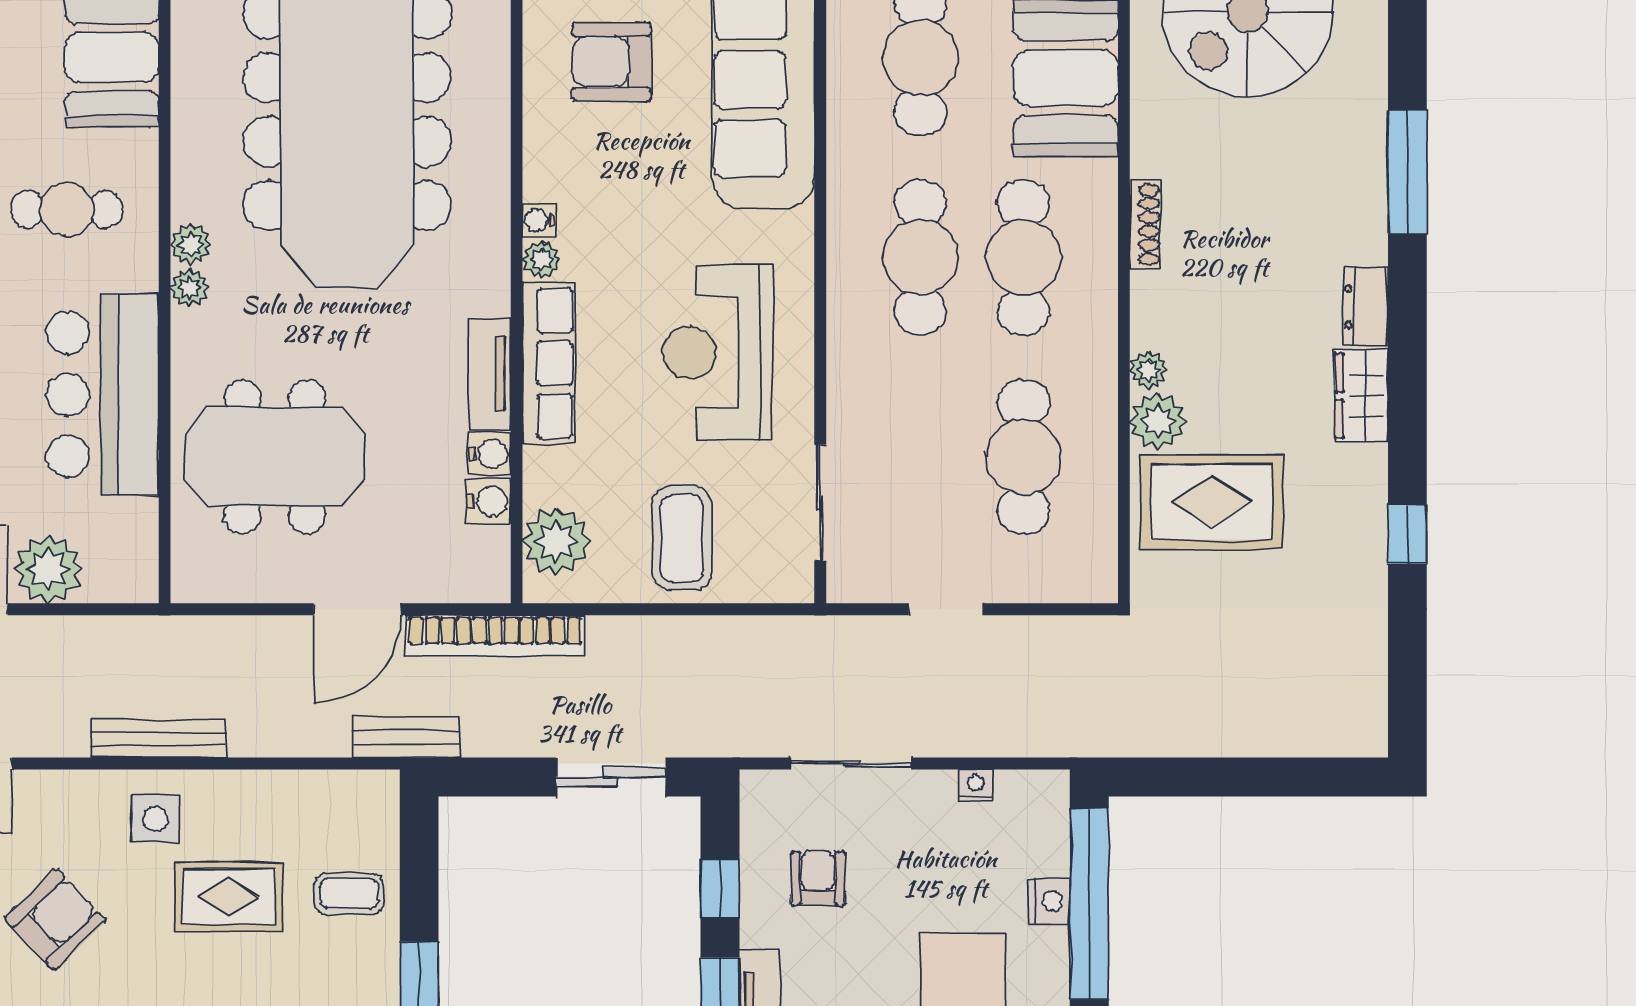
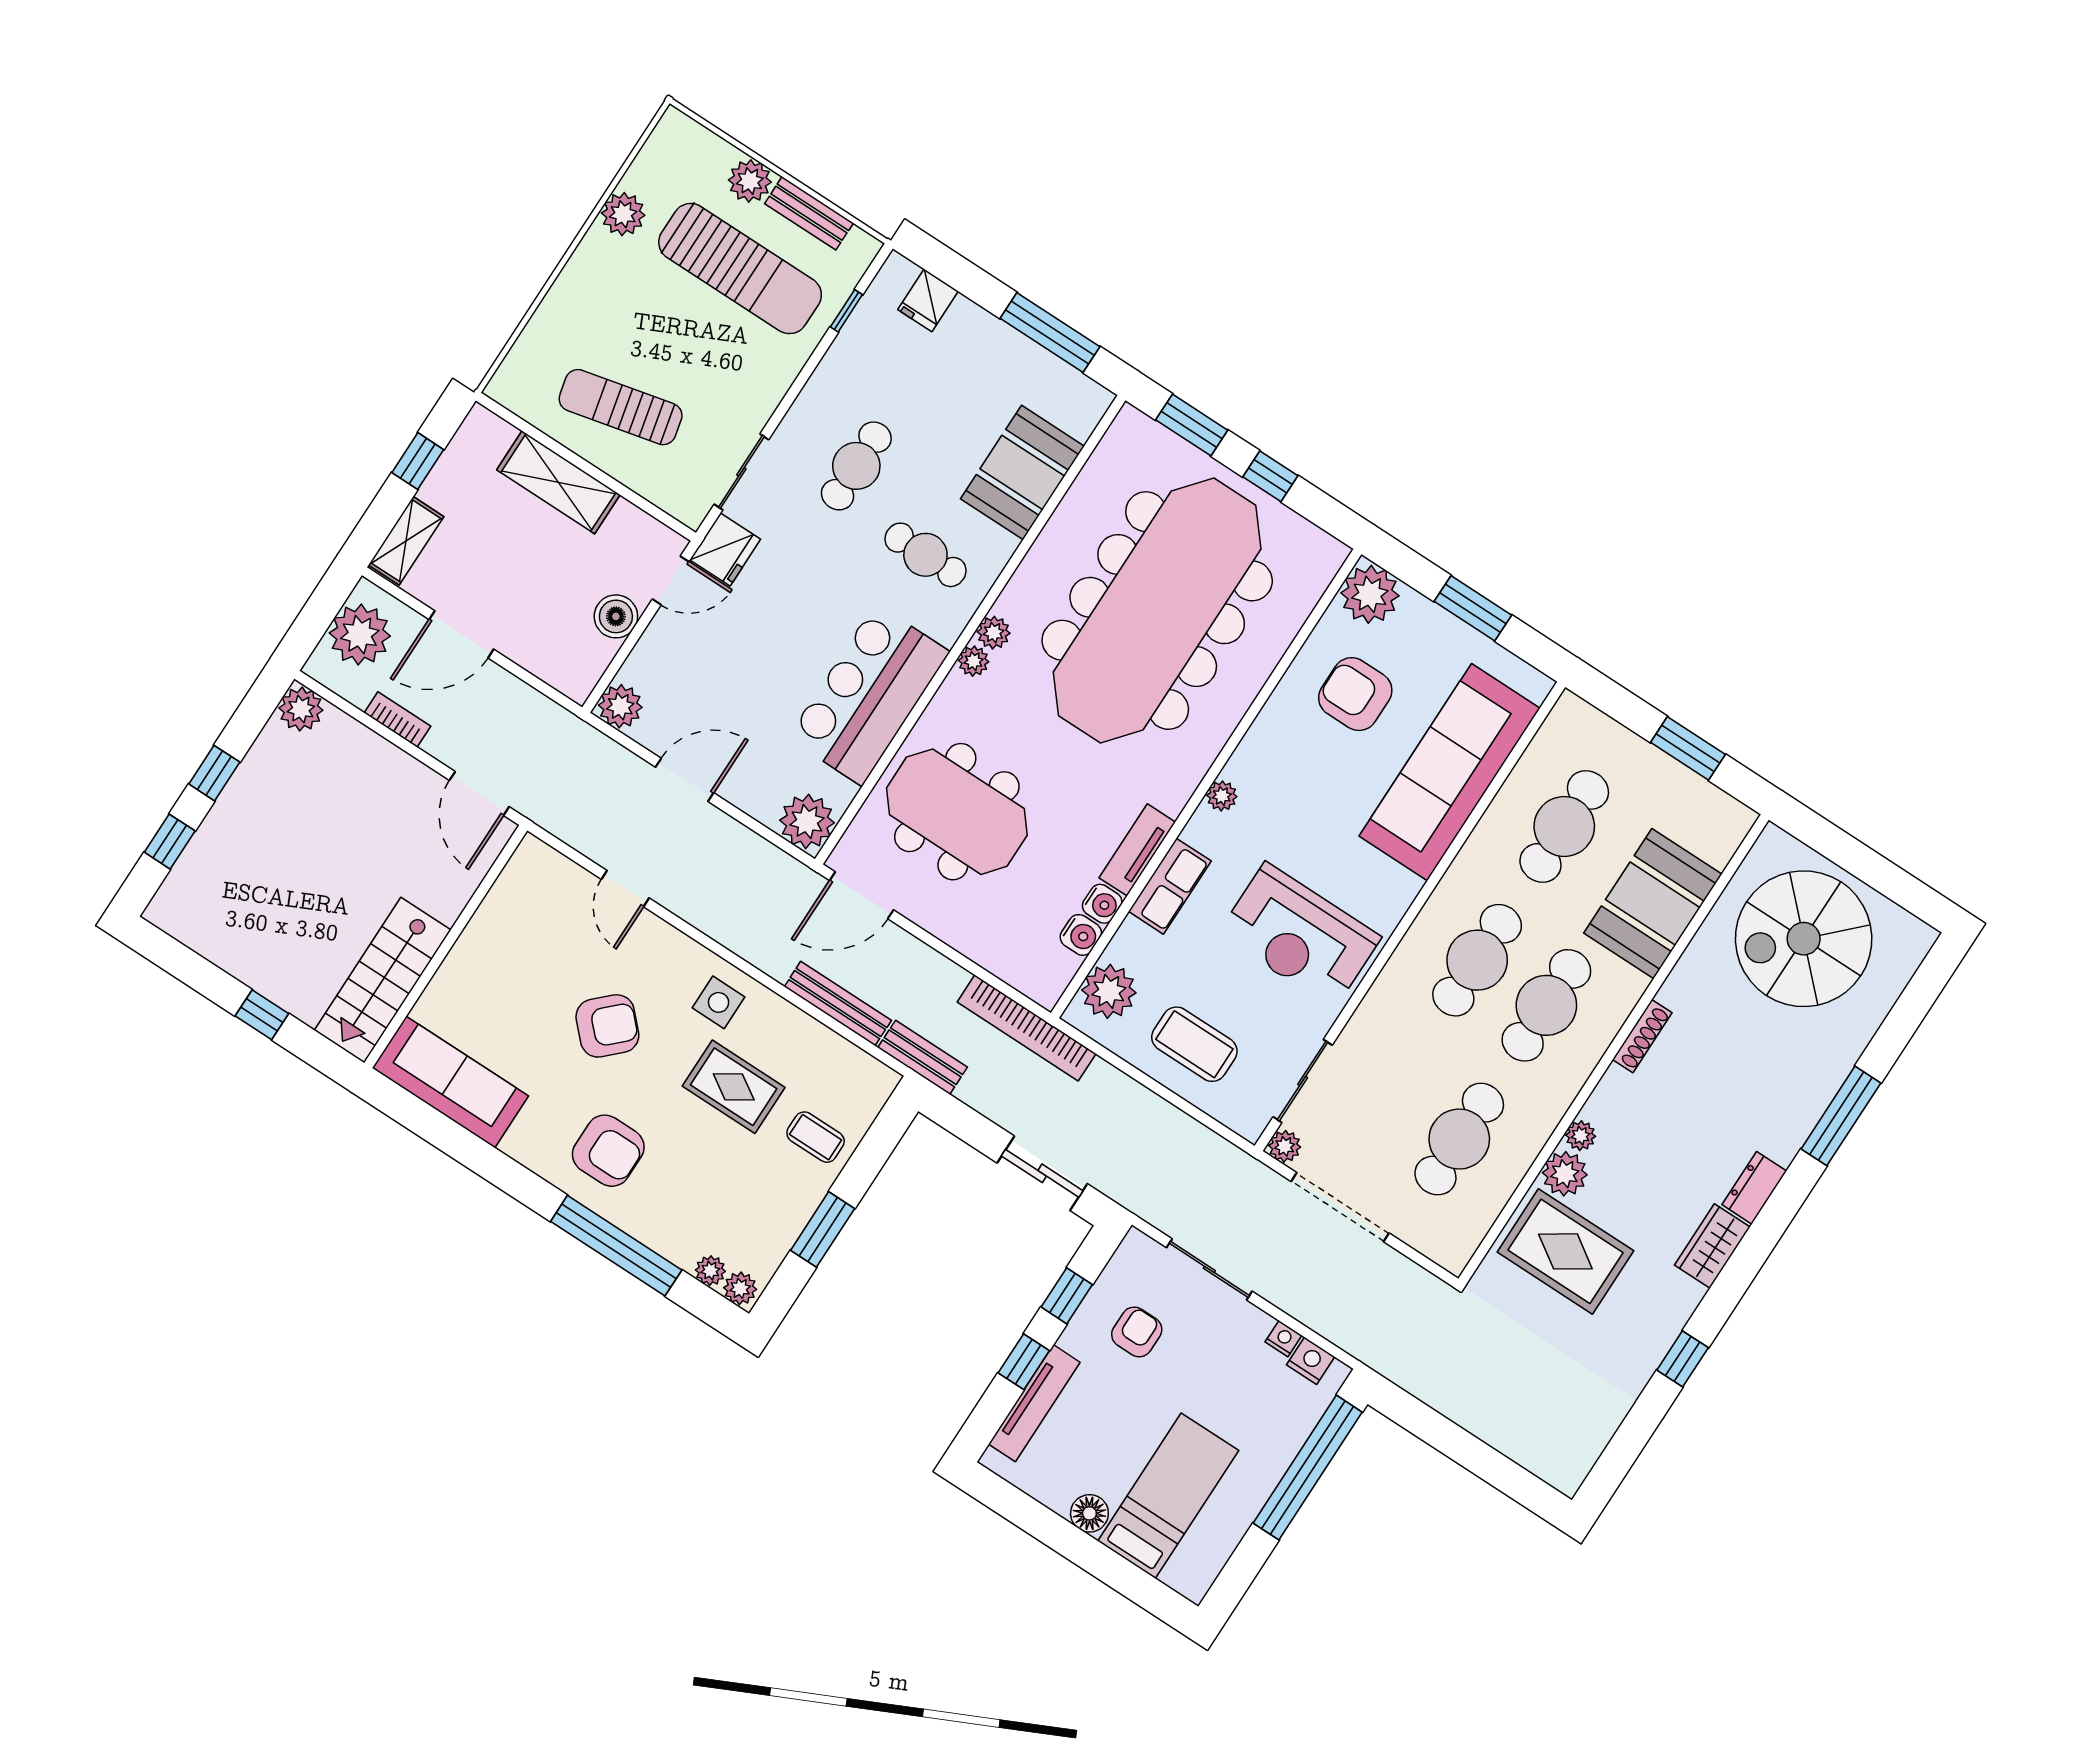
water cooler: (539, 220) -> (1237, 768), removed
reception desk: (718, 352) -> (1300, 935), turned -90
row of seats: (549, 363) -> (1170, 886), width x0.68
coffee table: (682, 538) -> (1194, 1044), turned 90
plant: (48, 569) -> (807, 821), moved
plant: (846, 583) -> (1285, 1146), added
door: (358, 609) -> (862, 895), moved
doorway: (946, 609) -> (1340, 1207), width x1.87
bench: (159, 739) -> (838, 1004), moved
nightstand: (1049, 901) -> (1311, 1361), moved, turned -90

